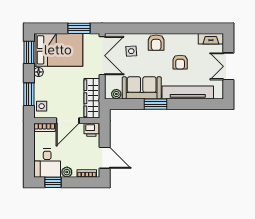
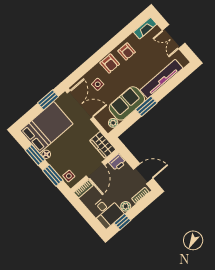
window: (29, 52) -> (35, 155), moved
armchair: (180, 62) -> (127, 51), moved
wardrobe: (92, 98) -> (103, 145), width x0.67

